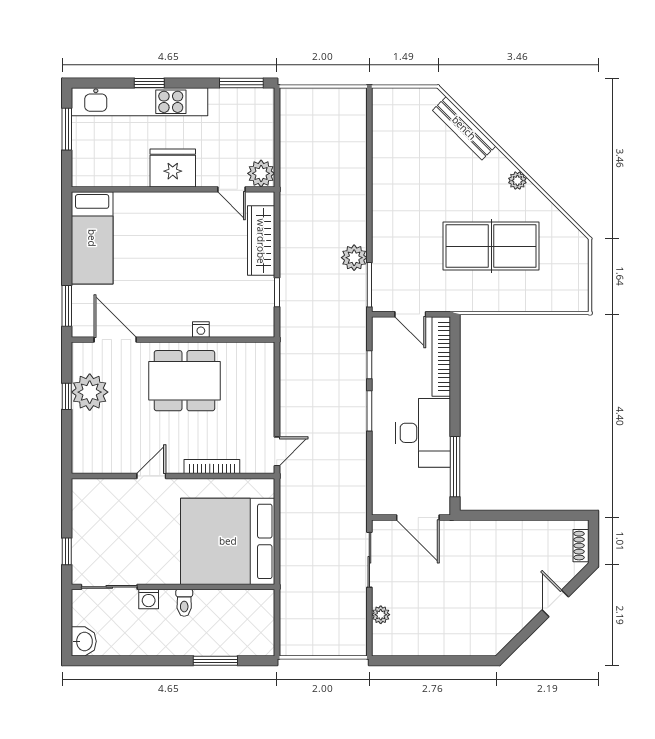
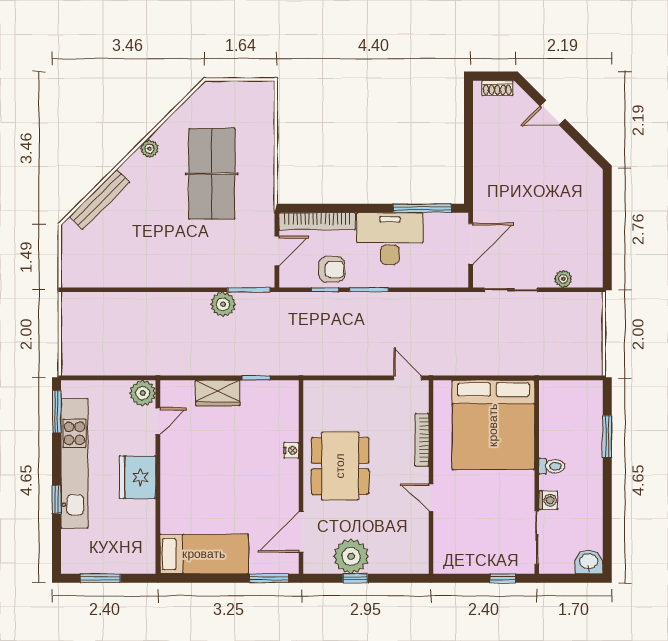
kitchen unit: (139, 102) -> (74, 463), moved
wardrobe: (261, 241) -> (218, 393), width x0.67
armchair: (391, 372) -> (332, 269), added

